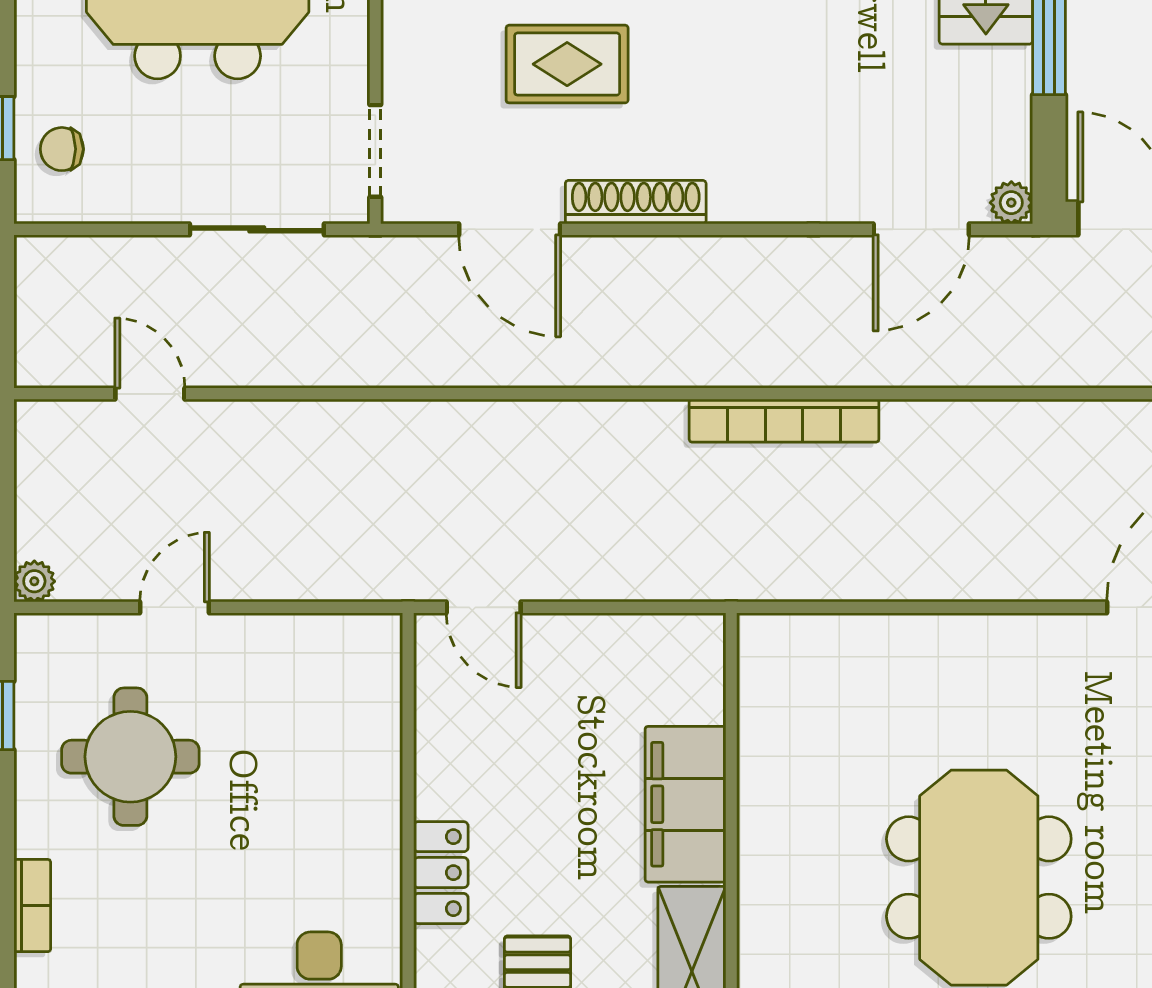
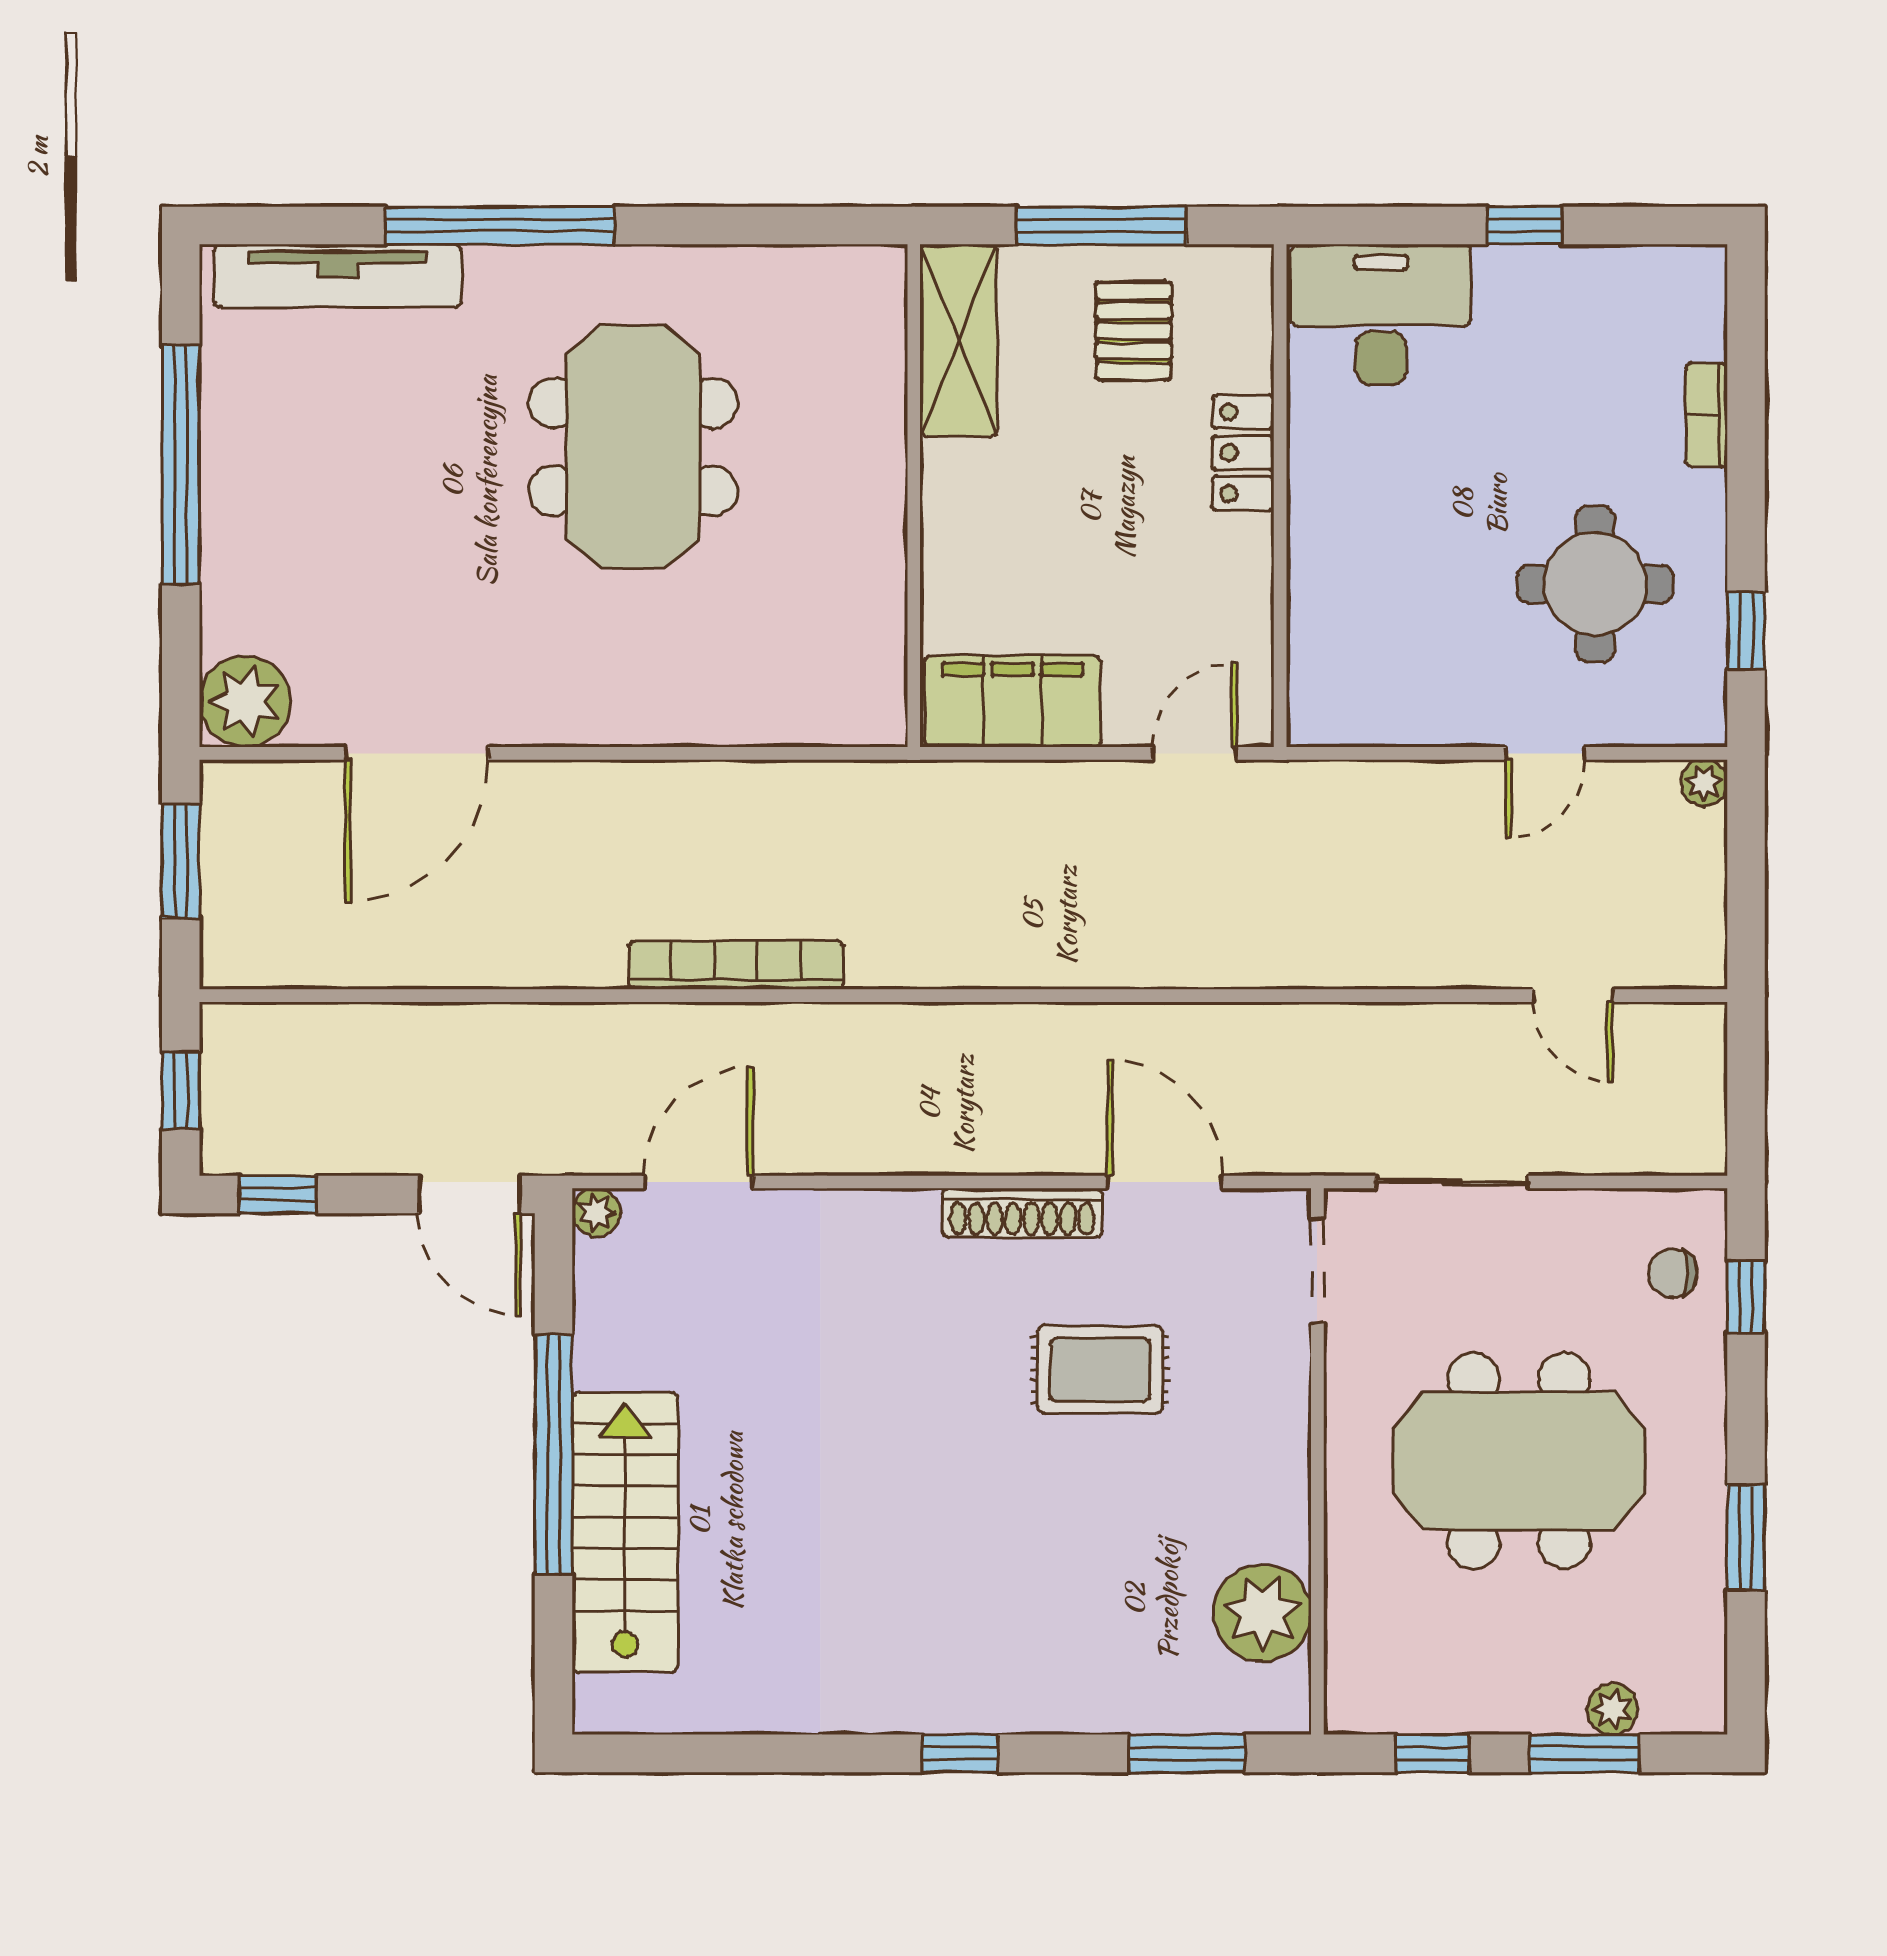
chair: (62, 149) -> (1673, 1273), turned 180
bookcase: (784, 421) -> (736, 965), moved
door: (484, 607) -> (1195, 753), hinge flipped
filing cabinet: (685, 804) -> (1013, 701), moved, turned -90

